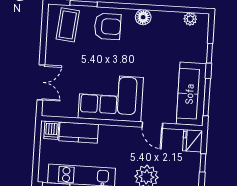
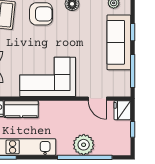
sofa: (191, 94) -> (119, 42), moved
door: (152, 125) -> (97, 99), moved

